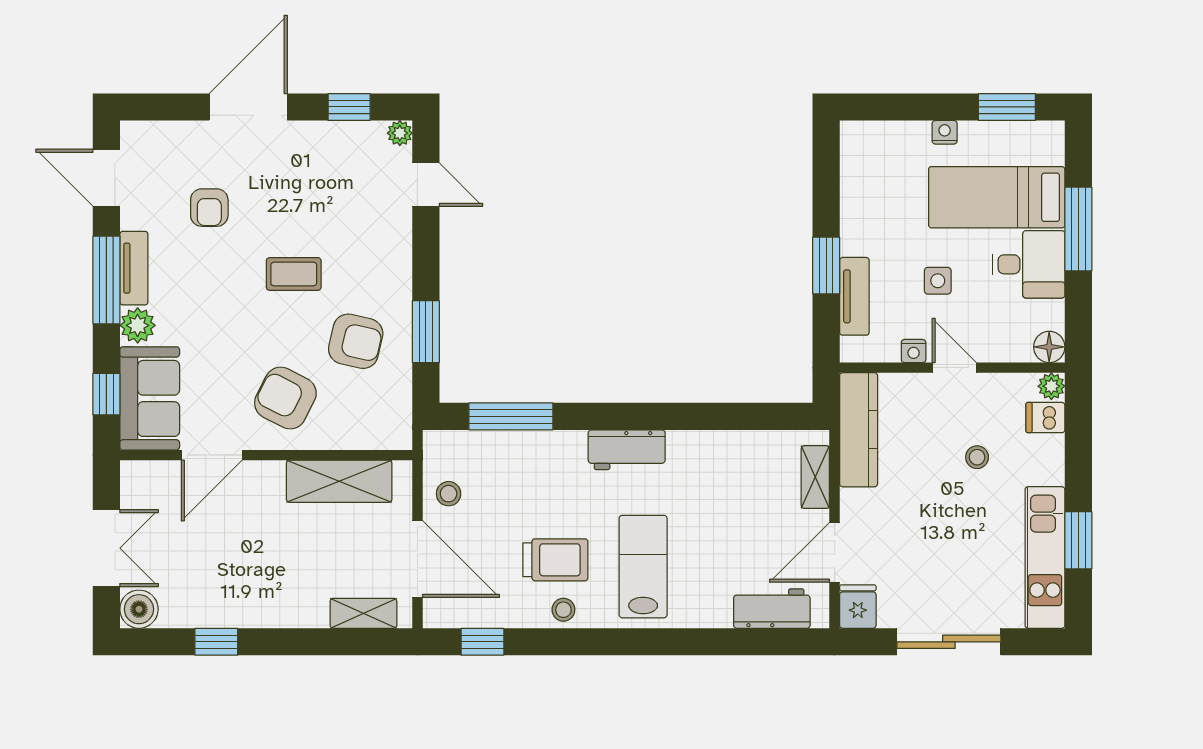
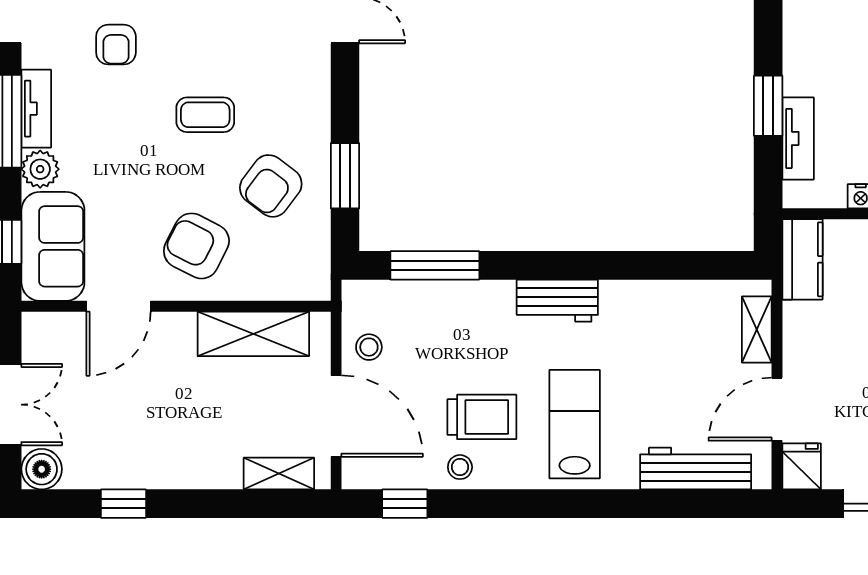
armchair: (356, 341) -> (271, 186), turned 114
kitchen counter: (859, 430) -> (803, 259), width x0.67
workbench: (772, 609) -> (696, 469), width x1.38
stool: (563, 610) -> (460, 467), moved

